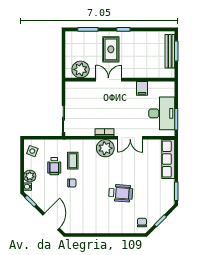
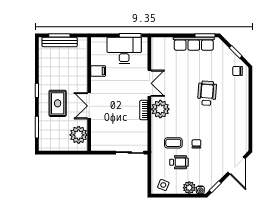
rug: (111, 49) -> (58, 103), turned 90
row of seats: (168, 159) -> (194, 44), moved
door: (51, 222) -> (237, 165), swing flipped

